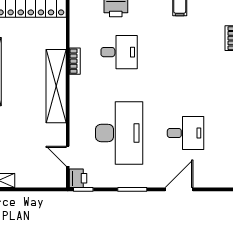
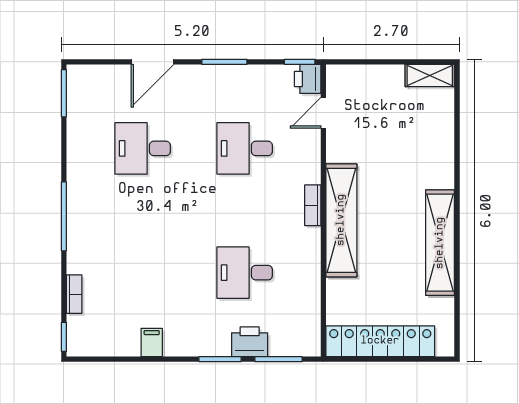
bookcase: (75, 61) -> (313, 205), moved
desk: (119, 133) -> (245, 148), width x0.53, depth x0.77
door: (68, 156) -> (323, 113), swing flipped

